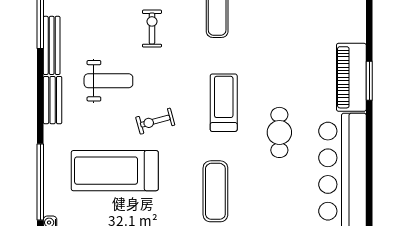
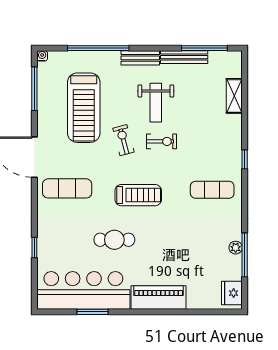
exercise bike: (152, 29) -> (162, 141), moved
window: (369, 81) -> (92, 312), moved
treadmill: (115, 171) -> (84, 108), turned 180
window: (40, 182) -> (98, 48), moved

